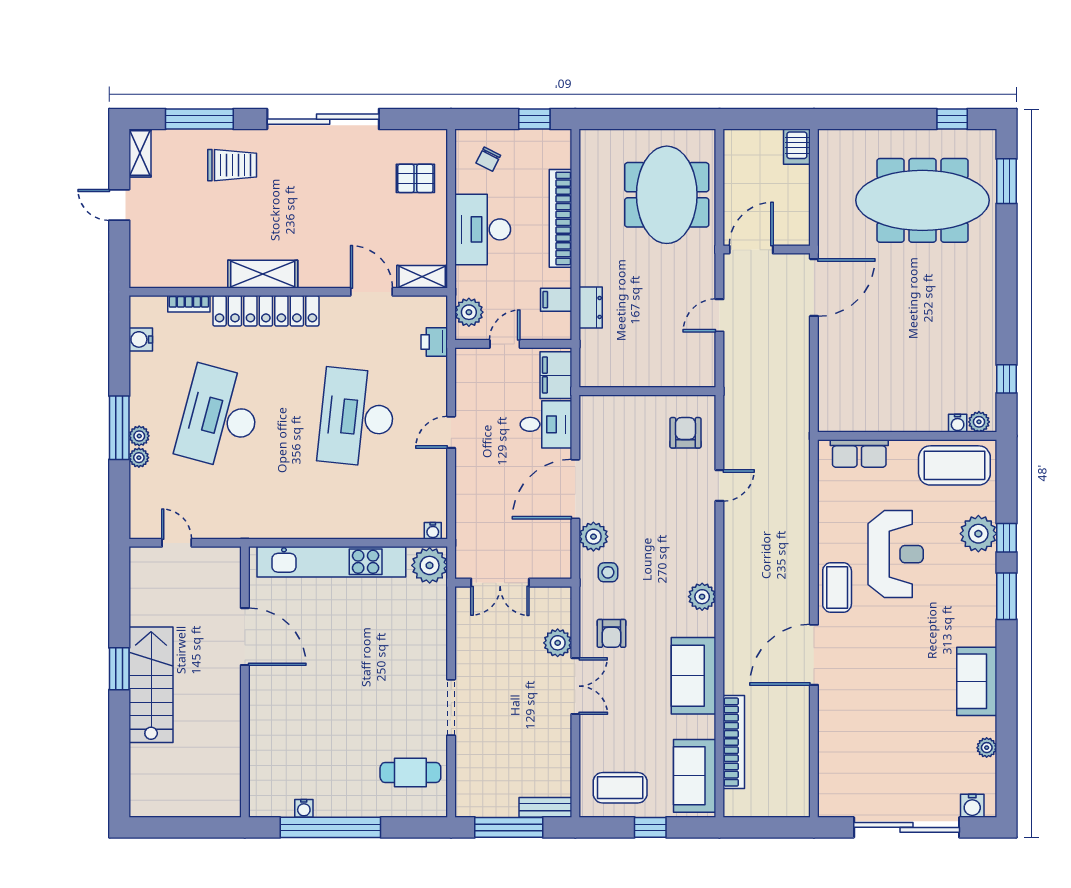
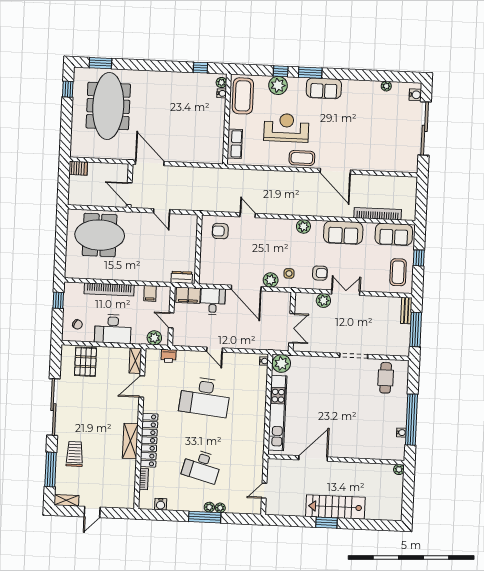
pallet: (415, 178) -> (85, 362), width x1.50, depth x1.42
dresser: (591, 307) -> (182, 277), moved
desk: (220, 417) -> (202, 466), width x0.73, depth x0.77
sofa: (977, 681) -> (324, 88), moved
plant: (231, 807) -> (399, 469), added

